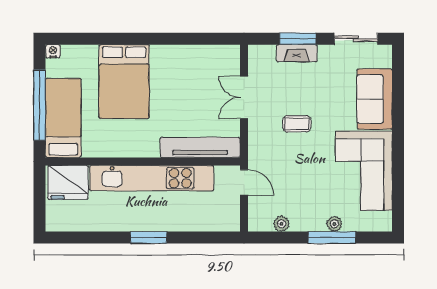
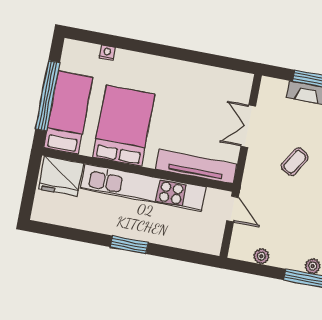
nightstand: (53, 51) -> (107, 53), moved
bed: (124, 82) -> (124, 126), moved, turned 180
coffee table: (297, 124) -> (295, 162), turned -59

